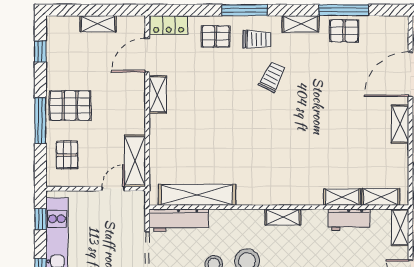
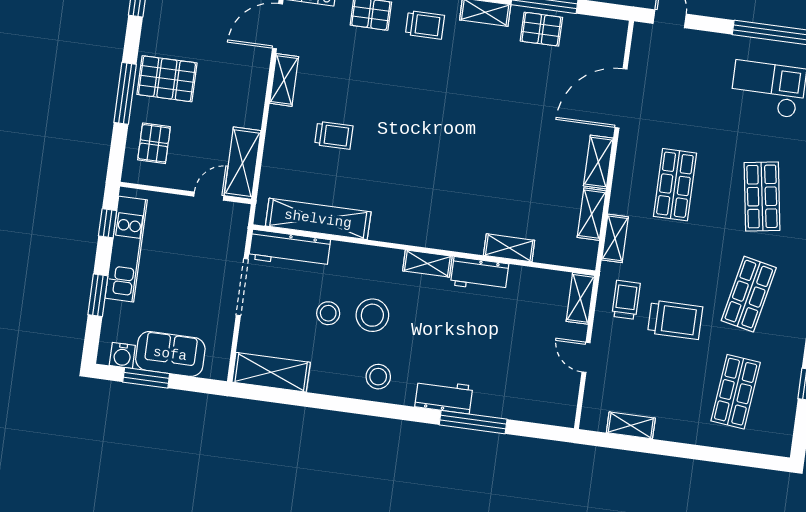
trolley: (272, 77) -> (334, 135), moved, turned 64
shelving: (381, 197) -> (592, 214), moved, turned 90
workbench: (349, 220) -> (480, 274), moved

